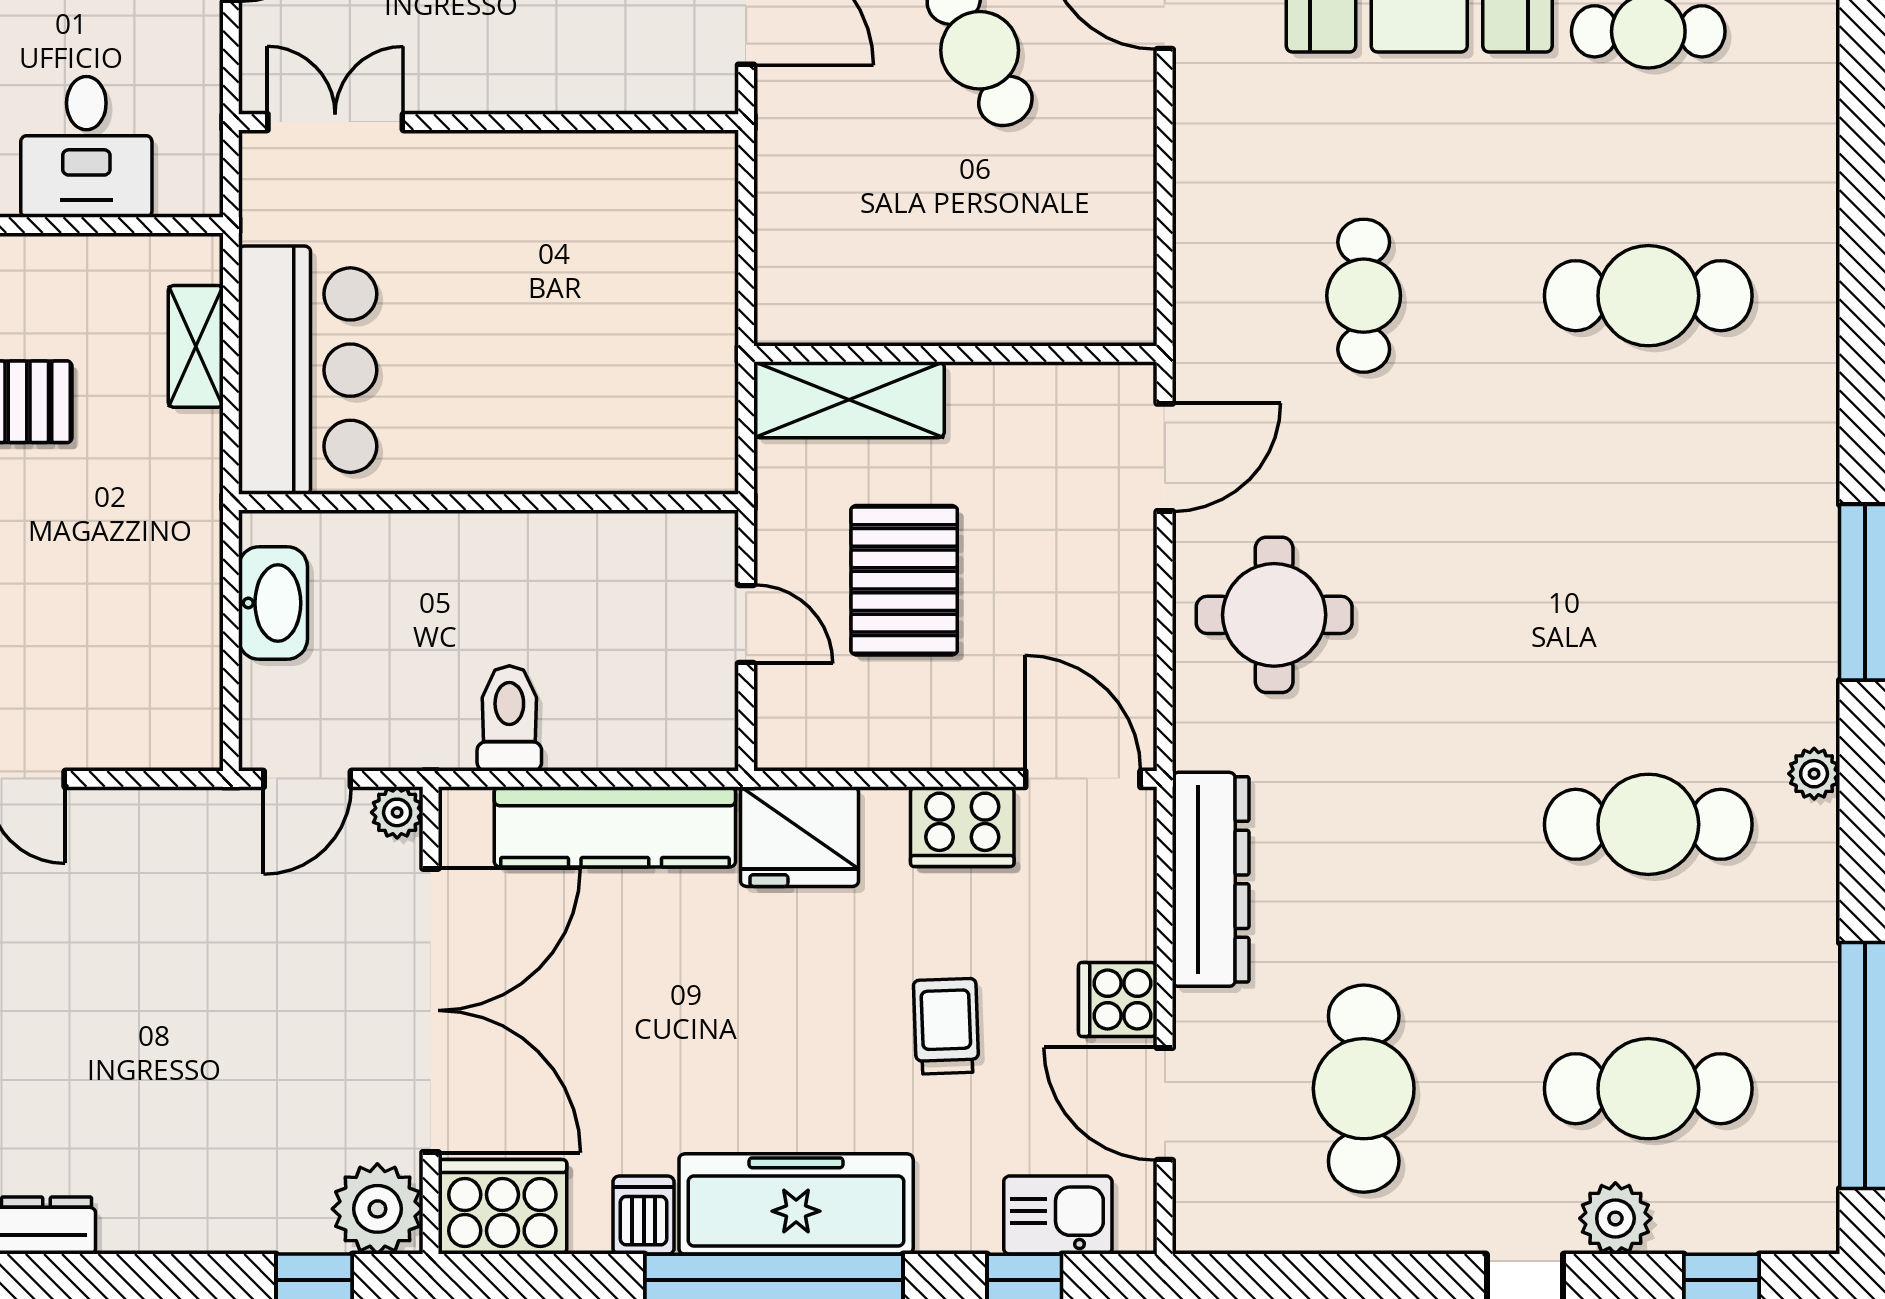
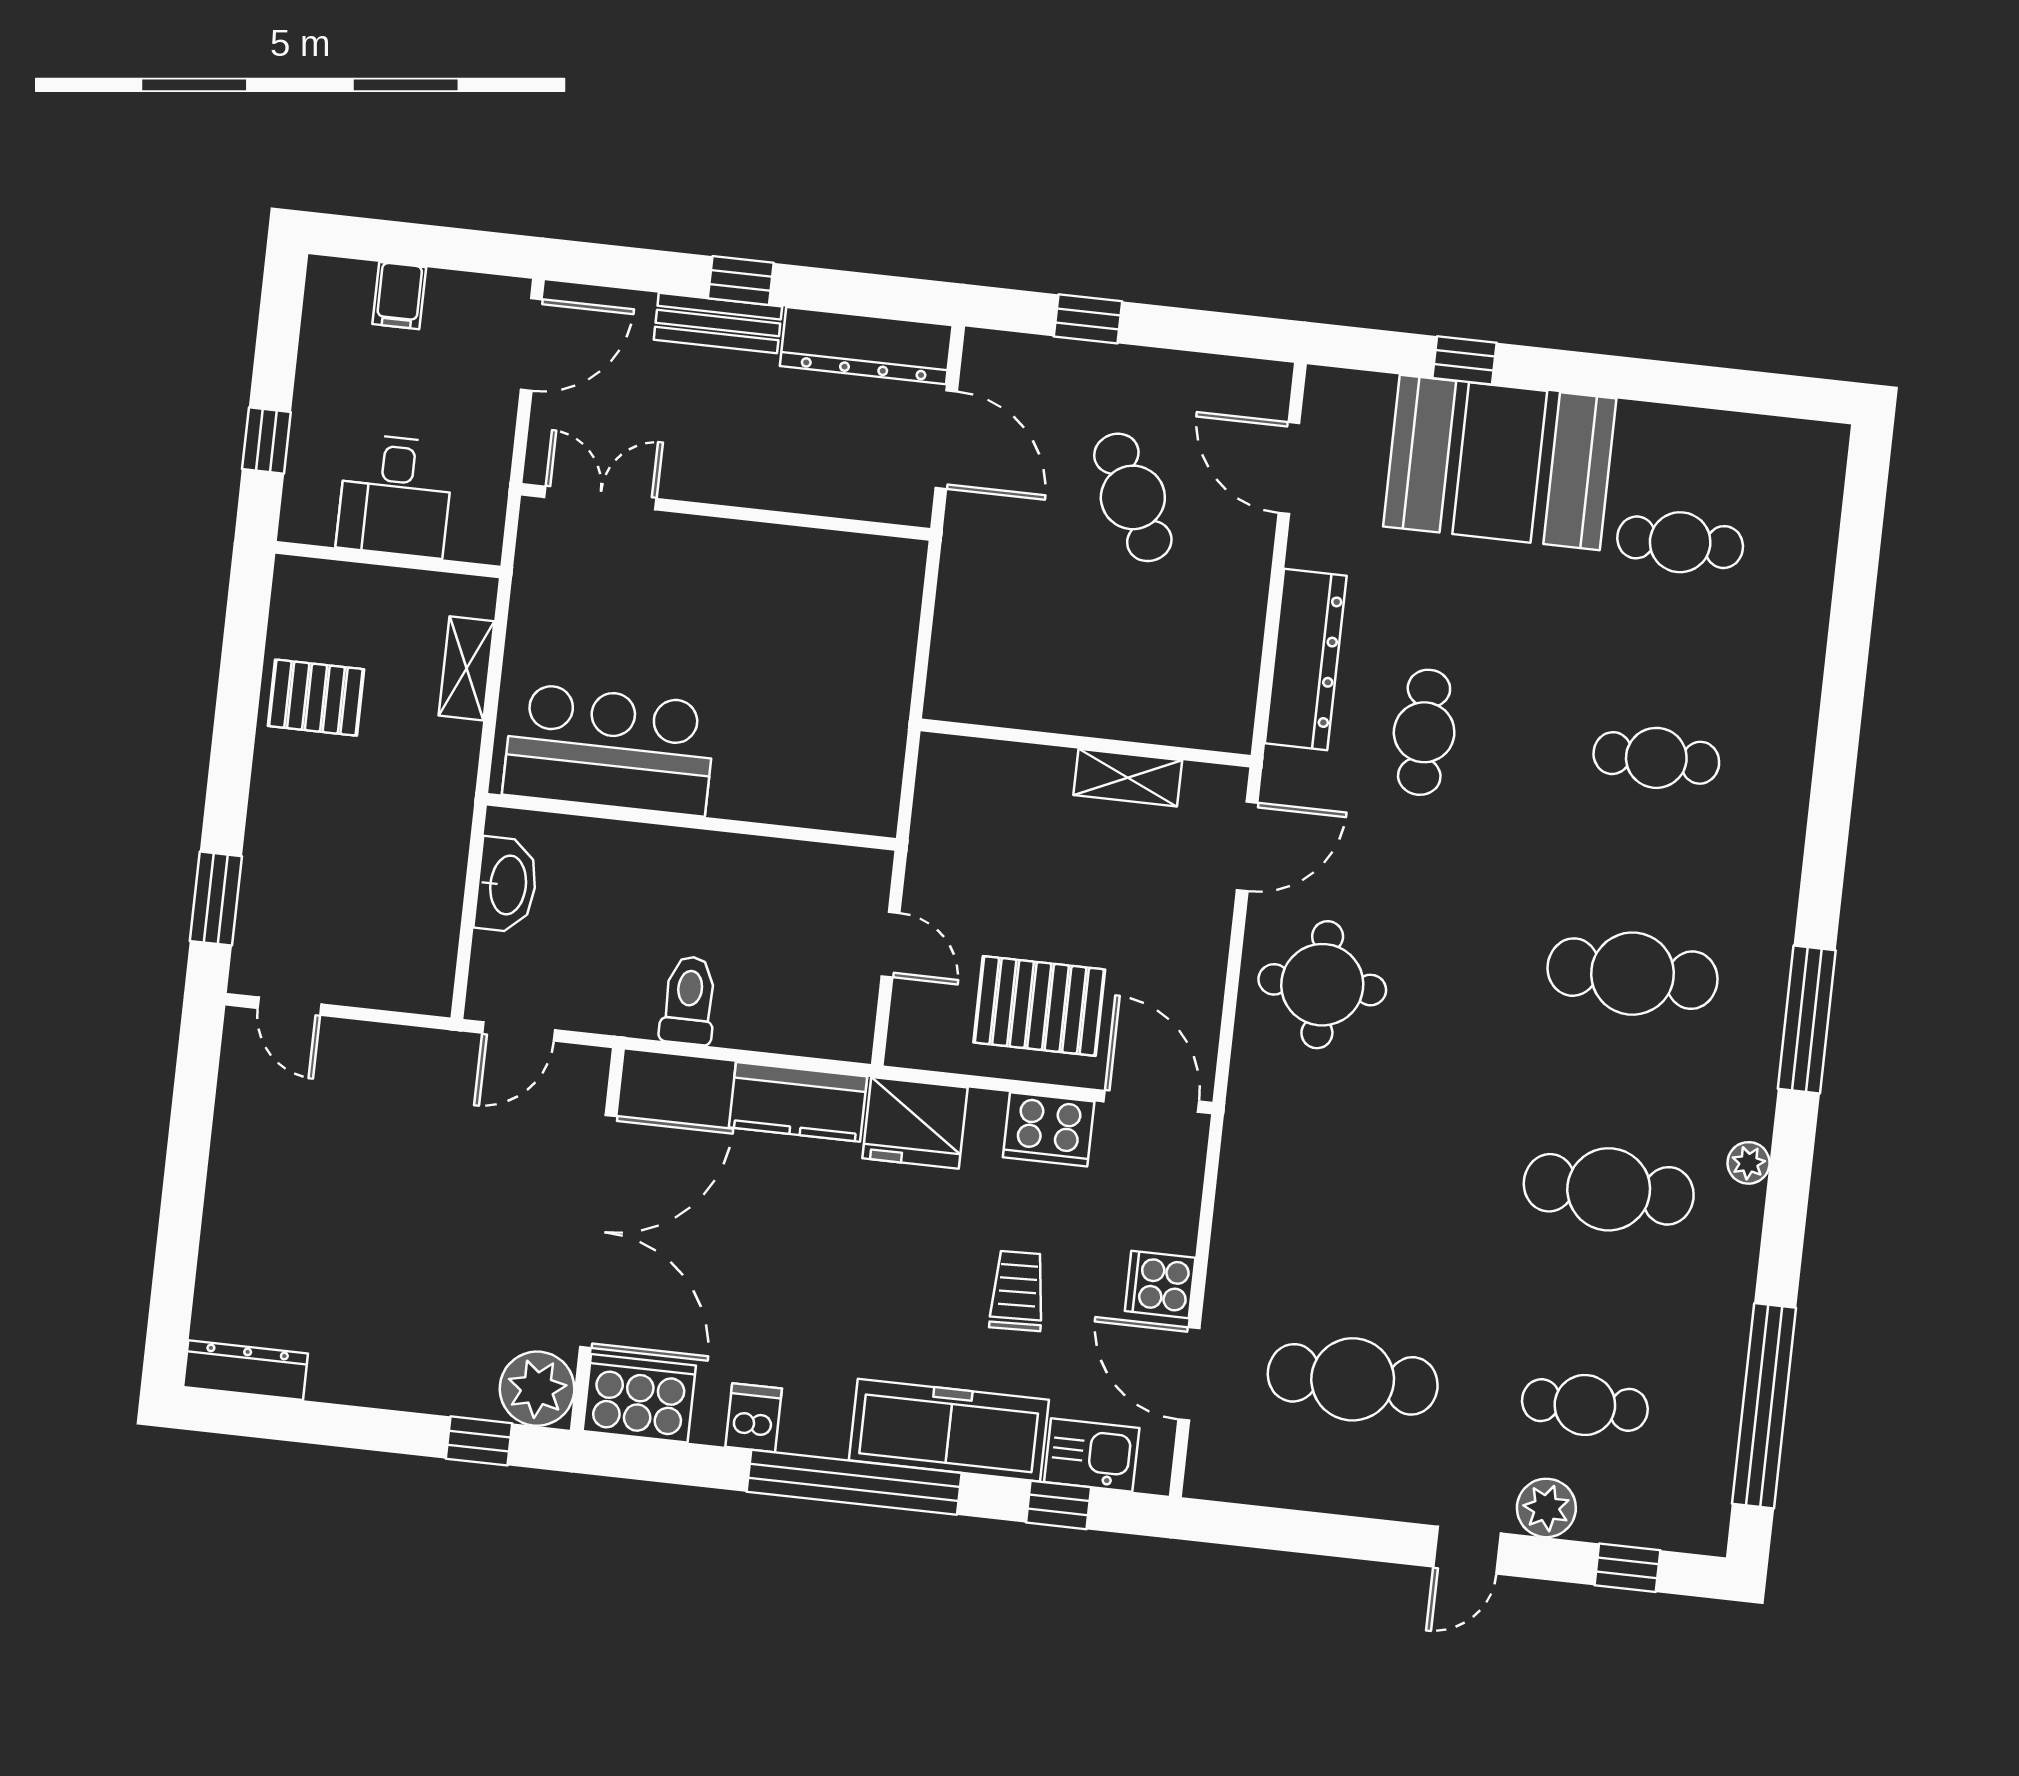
cafe table: (1648, 296) -> (1656, 758), width x0.73, depth x0.74
bar counter: (308, 370) -> (609, 749), moved, turned -90
shelving: (849, 400) -> (1128, 778), moved, width x0.67, depth x0.75
cafe table: (1648, 560) -> (1633, 974), added
pallet: (904, 580) -> (1039, 1006), moved, turned 90
plant: (397, 812) -> (589, 1067), removed
kitchen counter: (615, 827) -> (798, 1102), width x0.67
dresser: (1211, 879) -> (1306, 660), moved
cafe table: (1364, 1089) -> (1353, 1379), turned 90
cafe table: (1648, 1089) -> (1585, 1405), width x0.73, depth x0.74
freezer: (796, 1204) -> (949, 1430), moved

